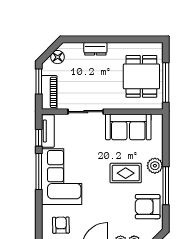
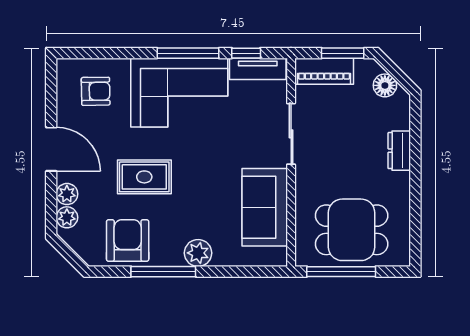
rug: (126, 173) -> (144, 177), moved, turned 90

